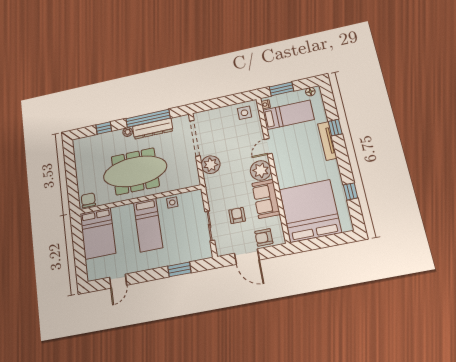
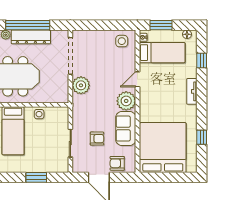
window: (335, 128) -> (202, 60), moved
tv unit: (327, 141) -> (192, 91), width x0.71
armchair: (237, 215) -> (97, 139), turned 90

